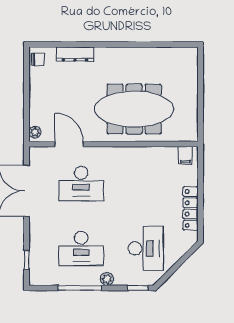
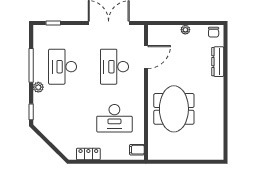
meeting table: (134, 109) -> (174, 109), width x0.73
plant: (35, 132) -> (185, 30), moved
locker: (191, 208) -> (88, 154), width x0.66
desk: (146, 248) -> (114, 118), moved

